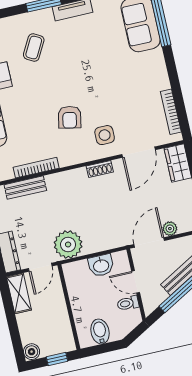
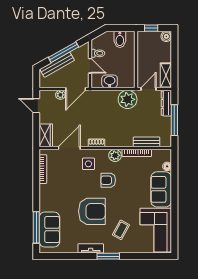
armchair: (83, 65) -> (92, 211), added
armchair: (70, 117) -> (108, 180), turned -101
plant: (68, 157) -> (115, 155), added

